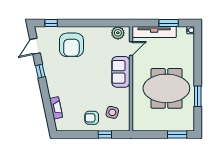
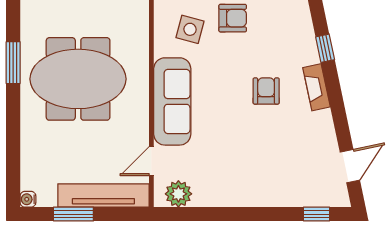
armchair: (71, 45) -> (266, 91), moved, width x0.53, depth x0.53
window: (40, 71) -> (325, 48), moved
sofa: (121, 72) -> (172, 101), width x1.36
fireplace: (56, 108) -> (317, 87), moved

